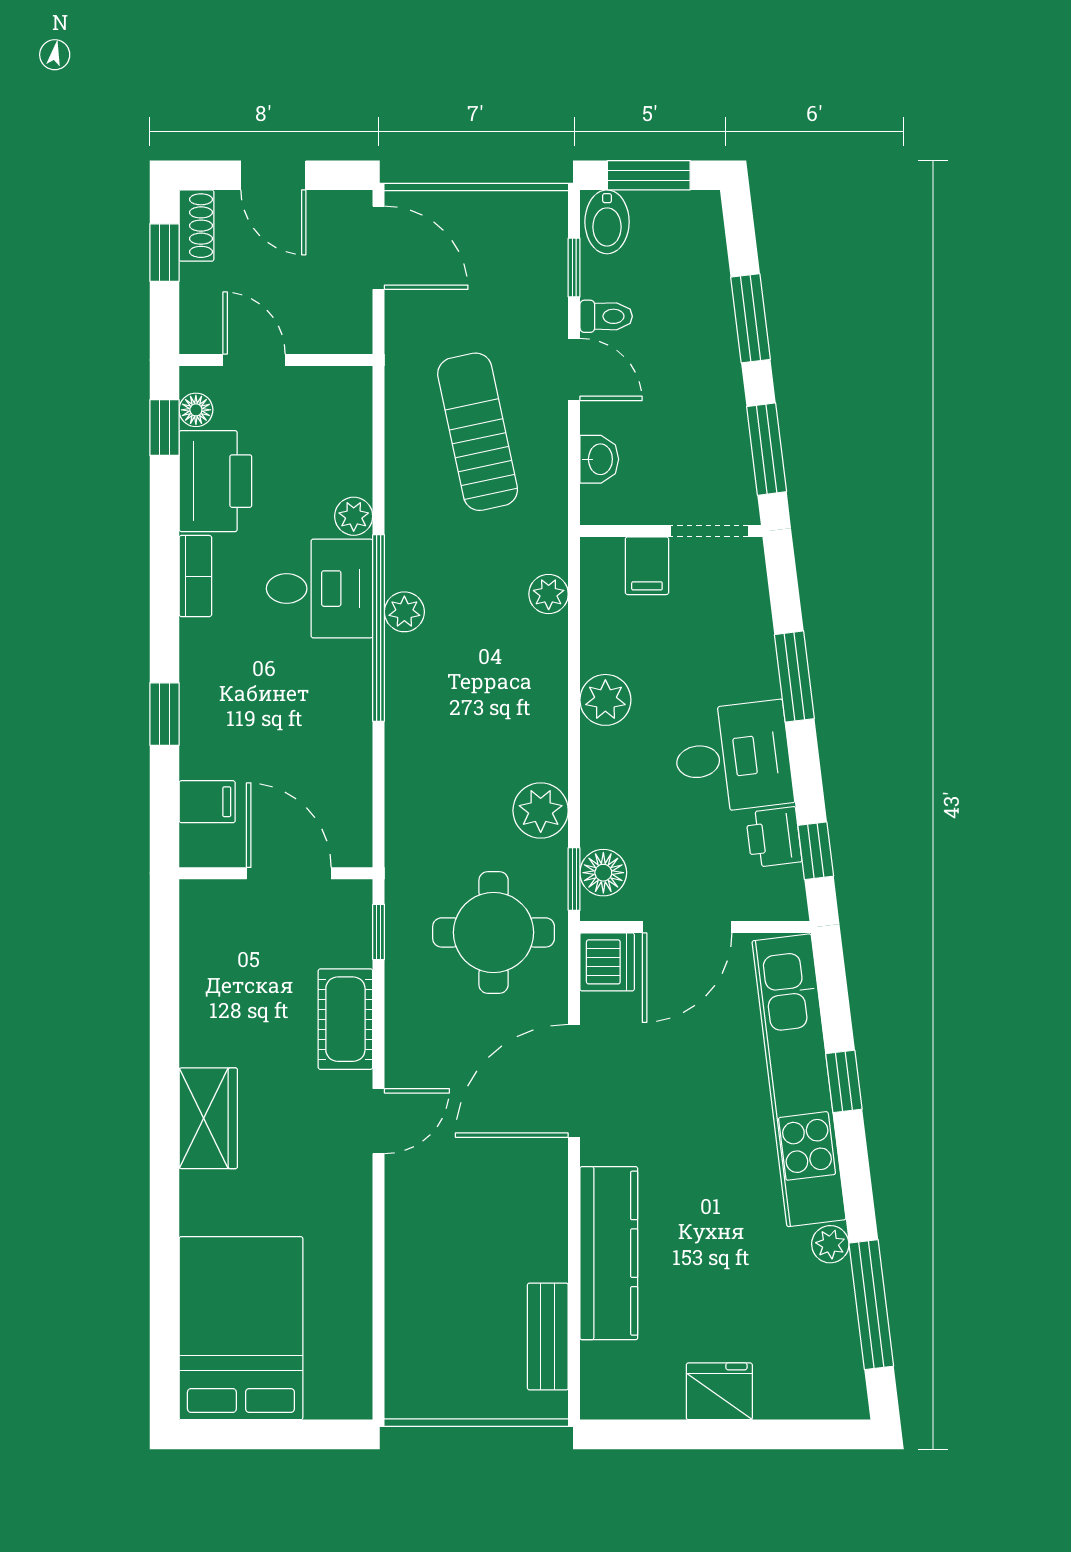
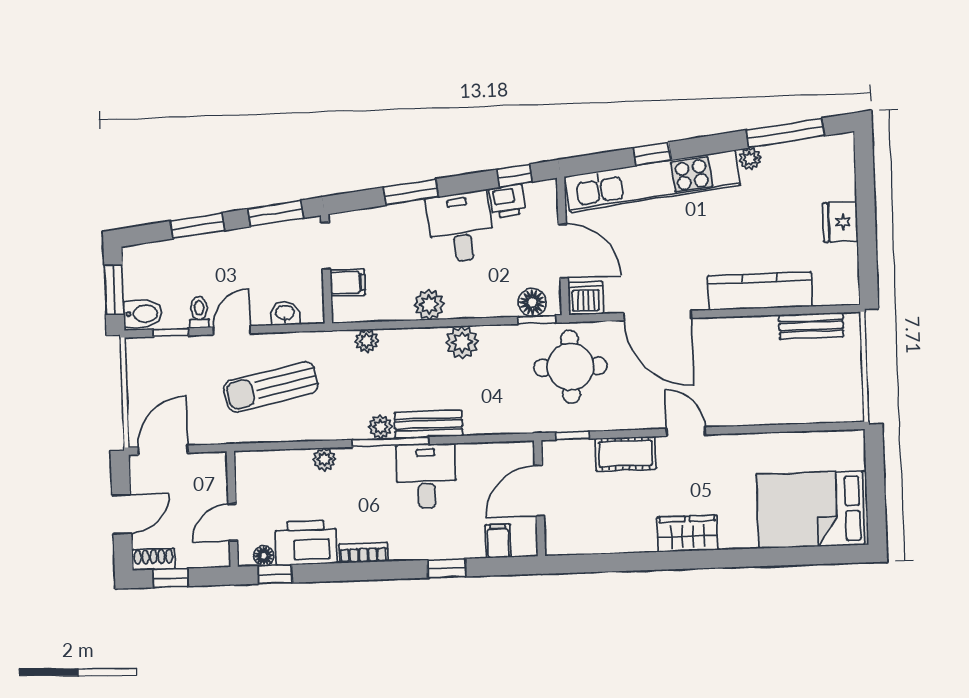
desk: (320, 589) -> (426, 476), moved
window: (379, 628) -> (391, 442), width x0.68
bench: (406, 692) -> (428, 424), added
plant: (541, 810) -> (462, 342), moved

